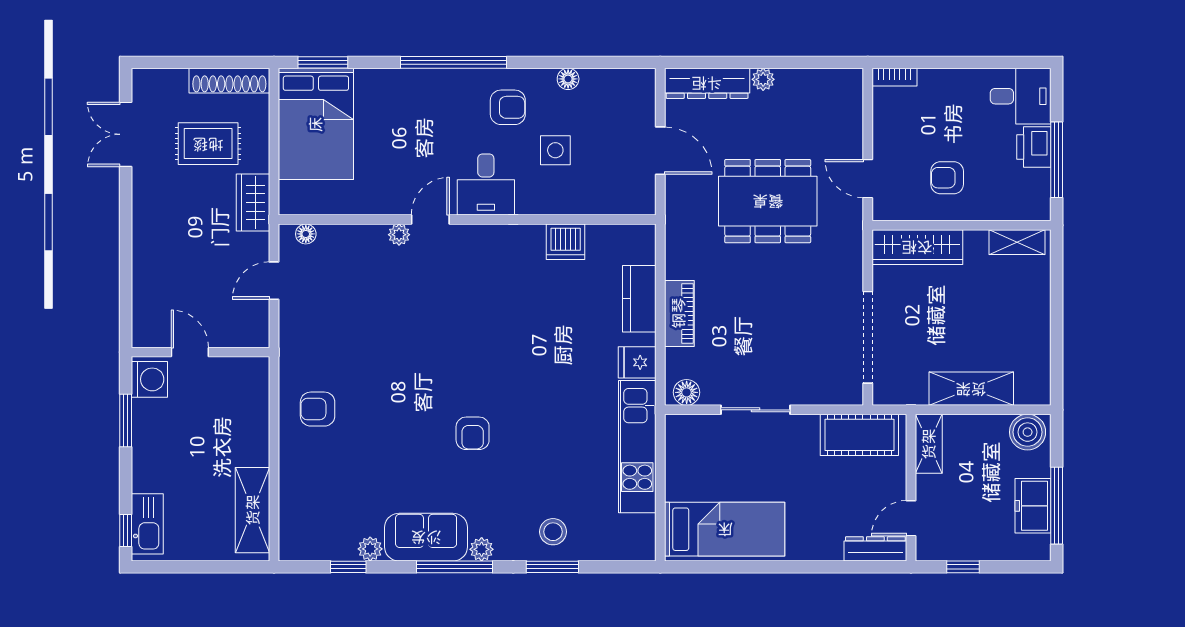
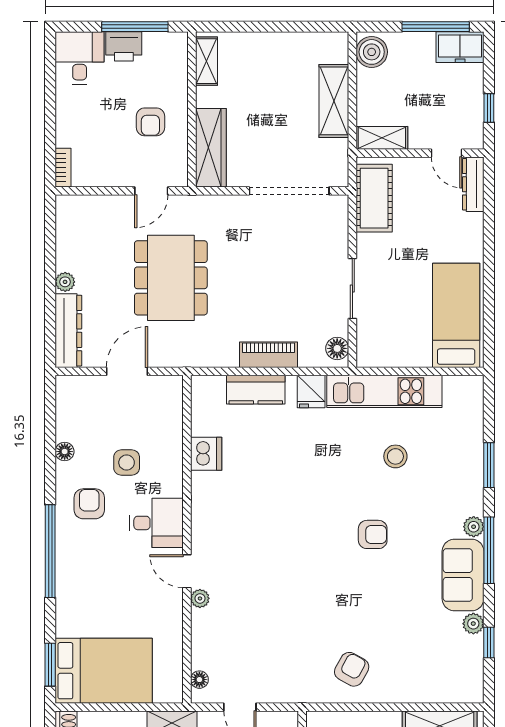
armchair: (318, 409) -> (352, 669), turned -151
freezer: (1033, 506) -> (460, 47), moved
stool: (553, 532) -> (395, 456), moved

